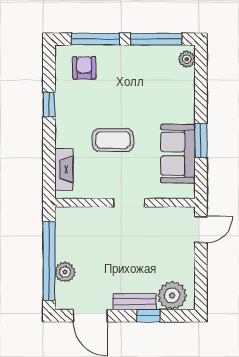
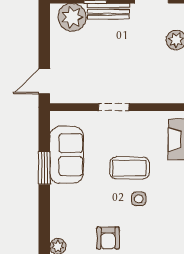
armchair: (84, 68) -> (108, 238), moved
side table: (104, 108) -> (139, 199), added

